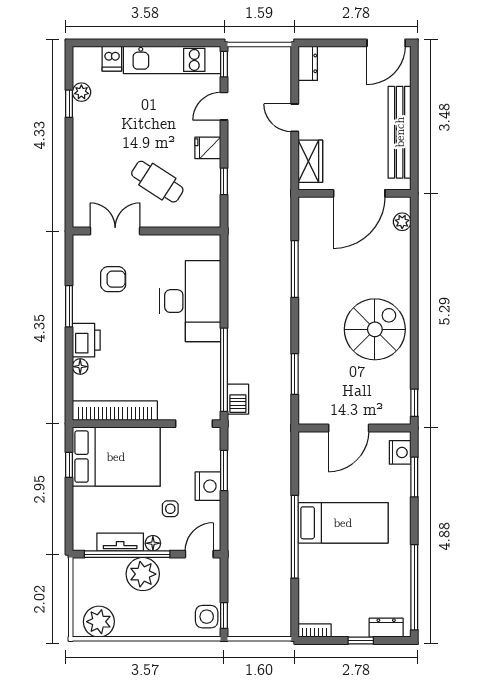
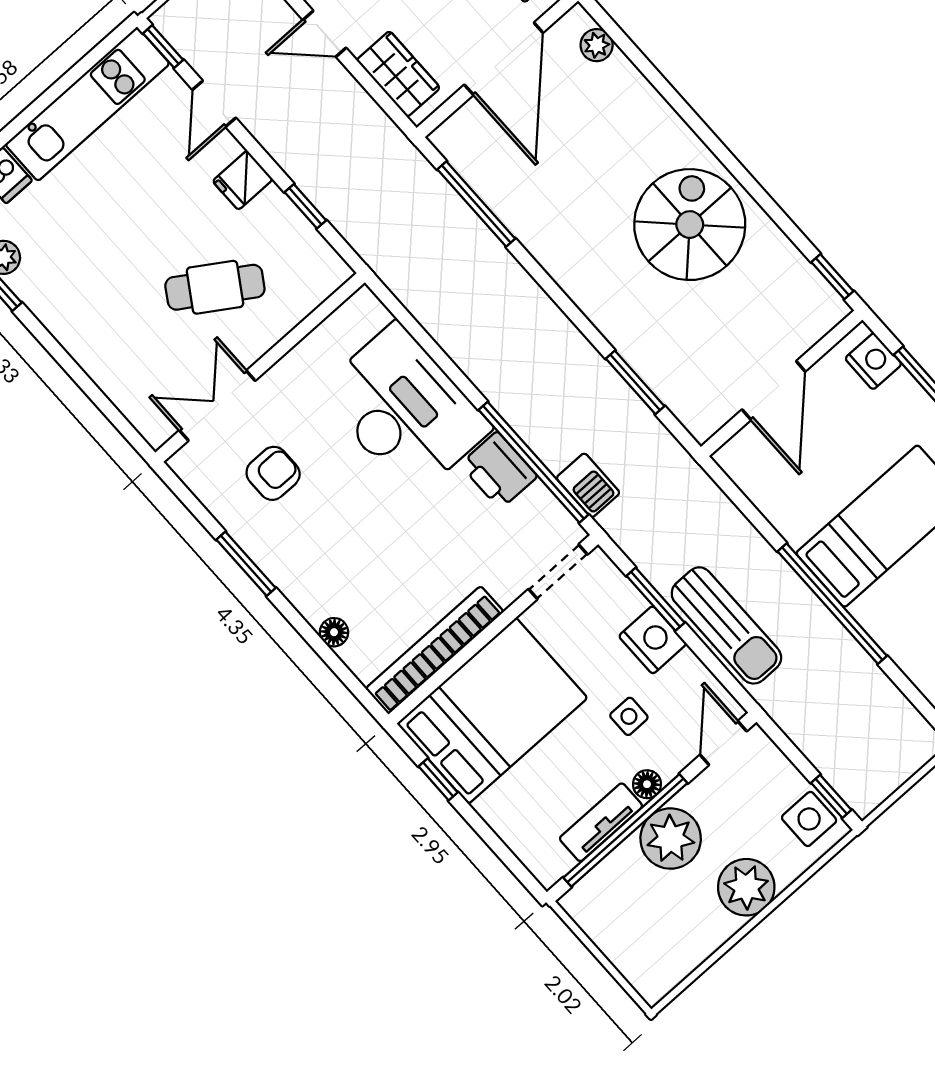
window: (295, 269) -> (476, 204), moved
printer: (86, 340) -> (499, 470), moved, turned 180
sun lounger: (243, 507) -> (726, 625), added
plant: (99, 622) -> (746, 887), moved

